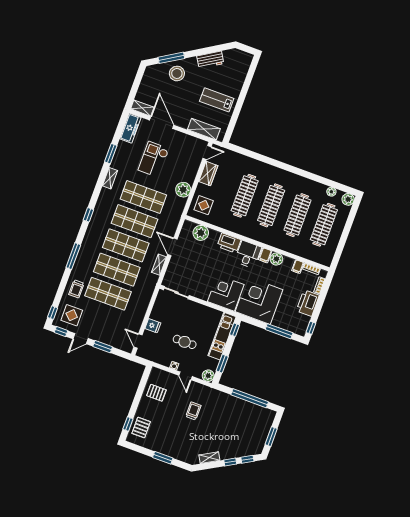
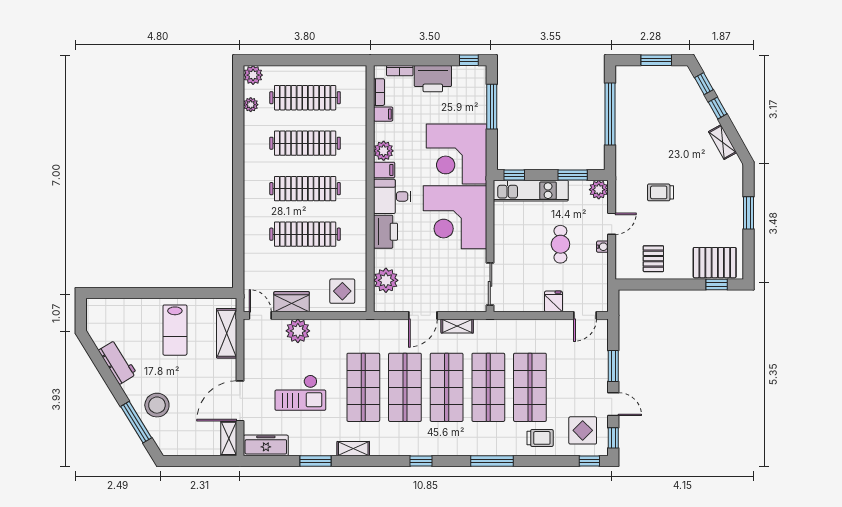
plant: (183, 190) -> (298, 331), moved
corner desk: (226, 293) -> (455, 217), width x1.36, depth x1.36
pallet: (141, 428) -> (715, 263), width x1.50, depth x1.42

